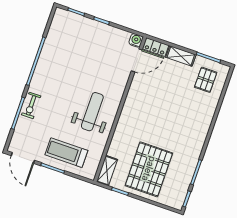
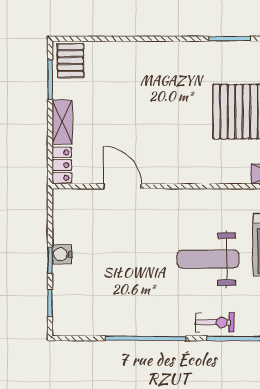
water cooler: (136, 40) -> (62, 254), moved
door: (137, 60) -> (123, 186), moved
pallet: (206, 80) -> (71, 61), moved, turned 90
weight bench: (92, 112) -> (208, 259), moved

